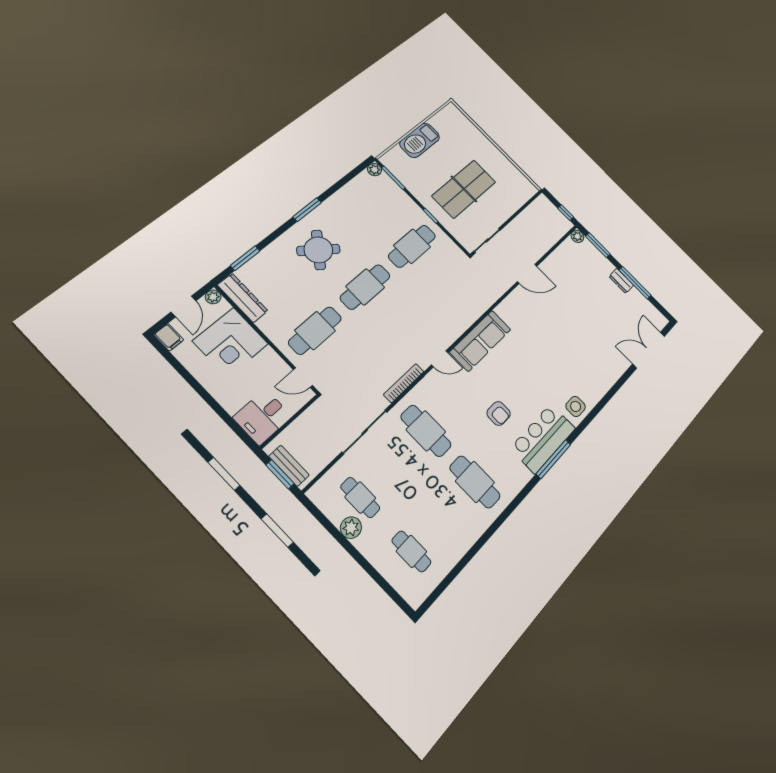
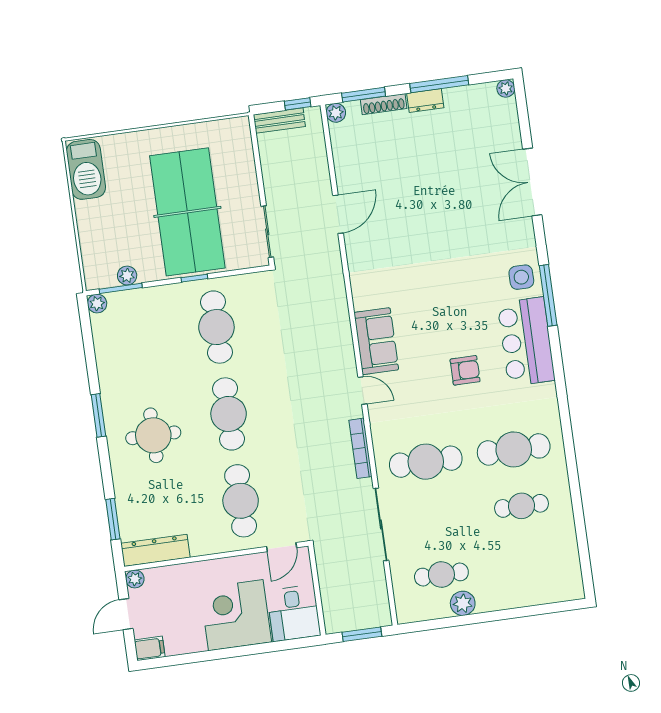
barbecue: (420, 140) -> (86, 169), moved
plant: (403, 177) -> (127, 276), added
table tennis table: (464, 189) -> (187, 212), width x1.36, depth x1.32
round table: (318, 250) -> (153, 435), turned -37
shoe rack: (602, 259) -> (384, 104), added
door: (184, 306) -> (126, 614), swing flipped
plant: (662, 321) -> (506, 88), added
sofa: (480, 341) -> (376, 341), width x0.73
corner desk: (230, 342) -> (236, 615), moved, turned 180
double door: (649, 350) -> (532, 182), moved
door: (440, 359) -> (362, 391), hinge flipped
window: (553, 459) -> (548, 295), moved
bench: (289, 466) -> (279, 121), moved
cafe table: (411, 551) -> (521, 506), moved

